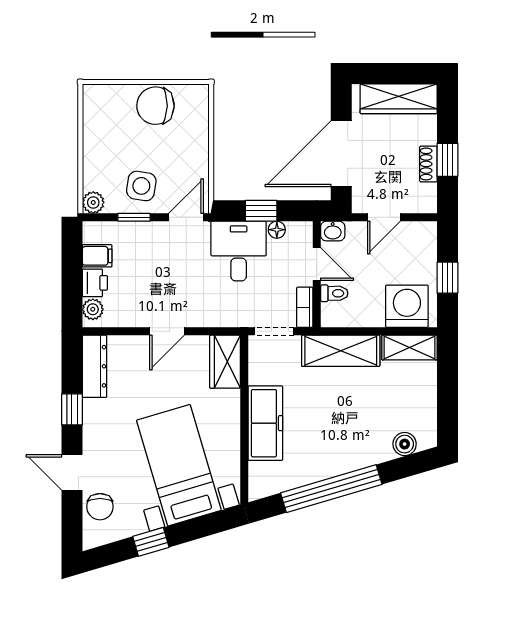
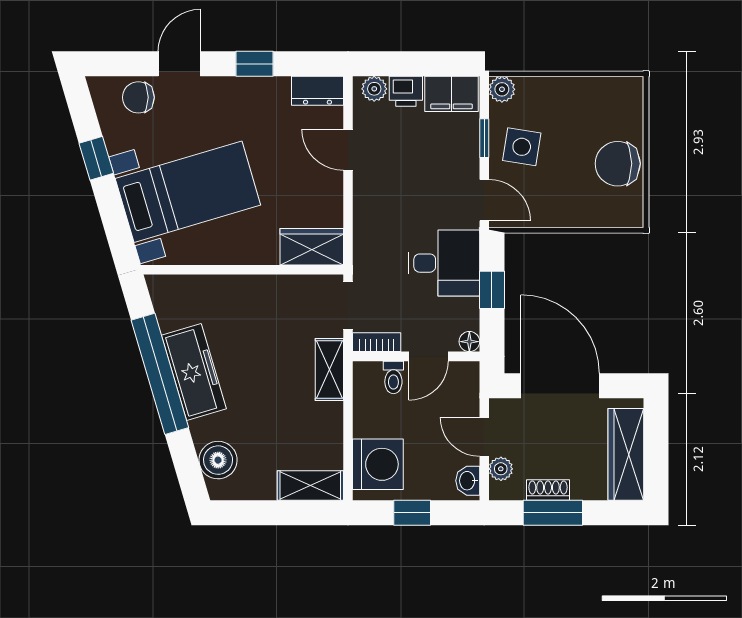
chair: (155, 106) -> (618, 164), turned -91
window: (447, 160) -> (553, 513), width x1.50
plant: (411, 203) -> (501, 469), added
floor lamp: (277, 230) -> (469, 342), moved
washbasin: (333, 231) -> (468, 481), moved
filing cabinet: (97, 256) -> (451, 94), width x2.00
door: (167, 331) -> (348, 150), moved
shelving: (409, 348) -> (310, 485), moved, turned 90
shelving: (341, 351) -> (329, 370), width x0.67, depth x0.75
dresser: (94, 366) -> (317, 91), width x0.70
freezer: (265, 423) -> (194, 372), moved, turned -106
boiler: (405, 444) -> (218, 460), width x1.36, depth x1.36

